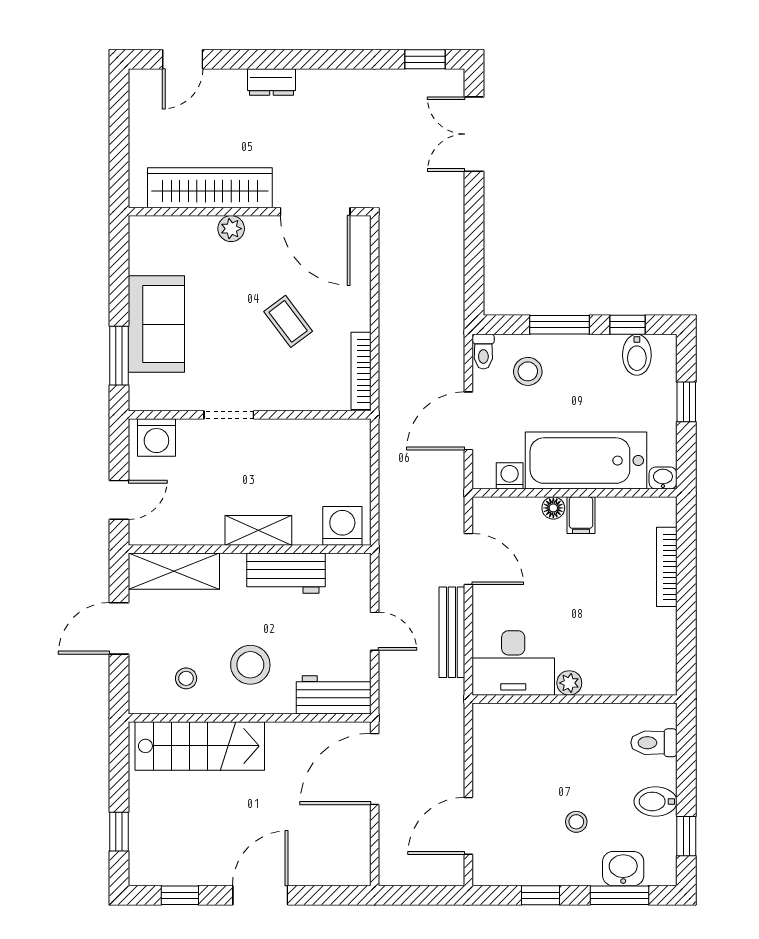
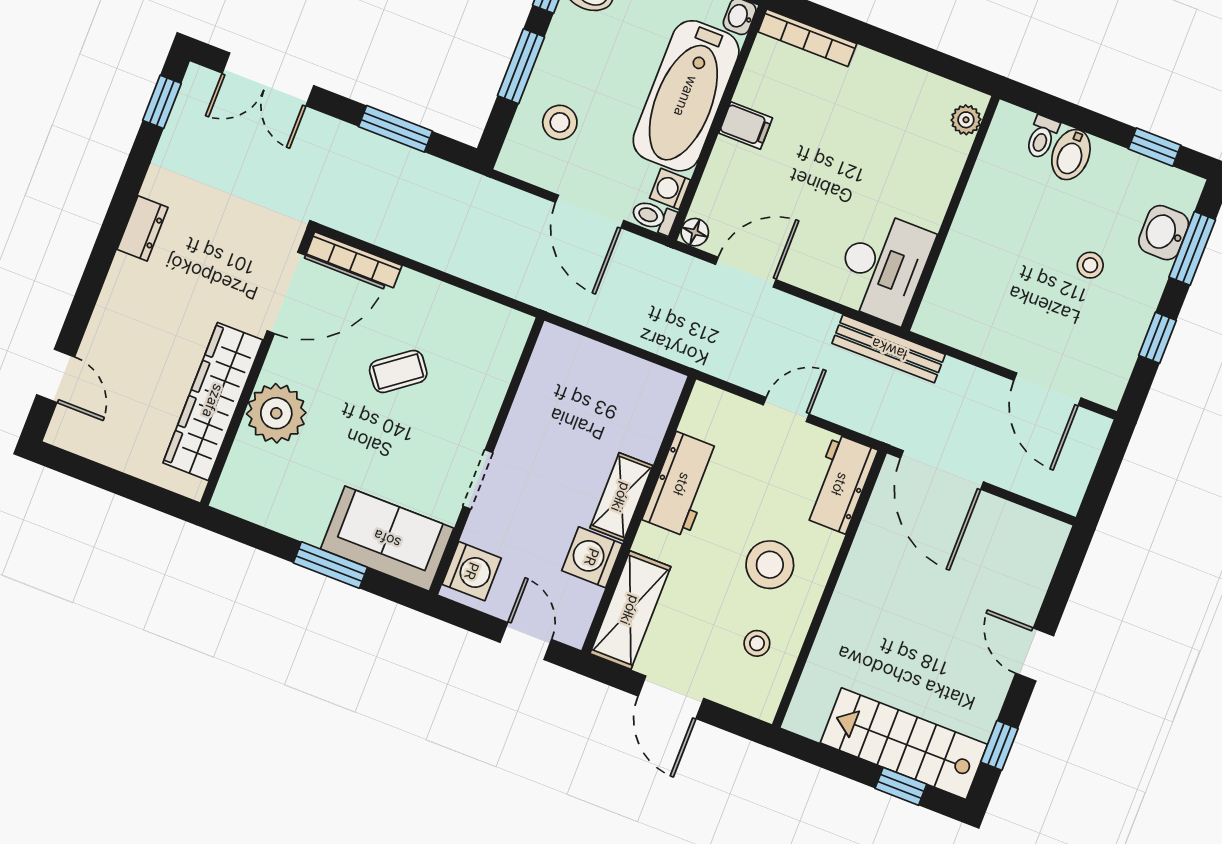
dresser: (271, 82) -> (142, 228), moved
plant: (231, 229) -> (276, 413), width x1.87, depth x1.87
window: (474, 247) -> (395, 129), added
sofa: (156, 324) -> (387, 539), moved
toilet: (483, 352) -> (654, 217), moved, turned 180
window: (119, 356) -> (330, 565), moved
bookcase: (361, 371) -> (354, 260), moved
floor lamp: (553, 508) -> (695, 232), moved
washing machine: (342, 526) -> (592, 557), moved
bookcase: (667, 567) -> (807, 38), moved
bench: (452, 632) -> (889, 349), moved
plant: (569, 683) -> (966, 120), moved
toilet: (654, 743) -> (1042, 137), width x0.73, depth x0.72
stairs: (200, 746) -> (904, 744), moved, turned -90
bidet: (656, 801) -> (1071, 155), moved
door: (260, 895) -> (1035, 655), width x0.73

